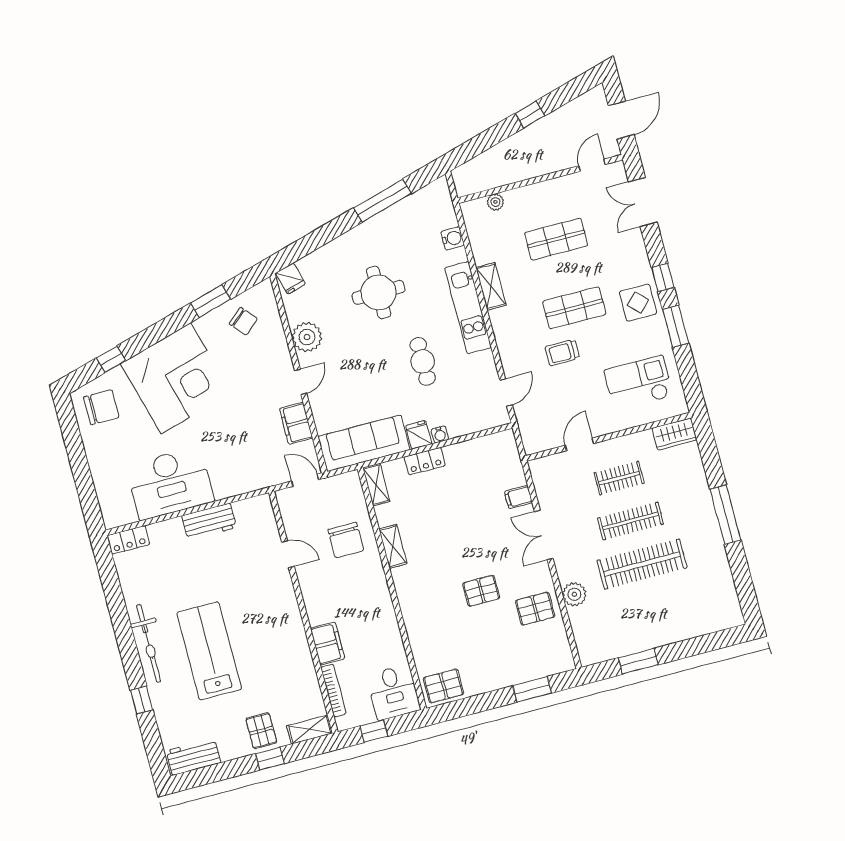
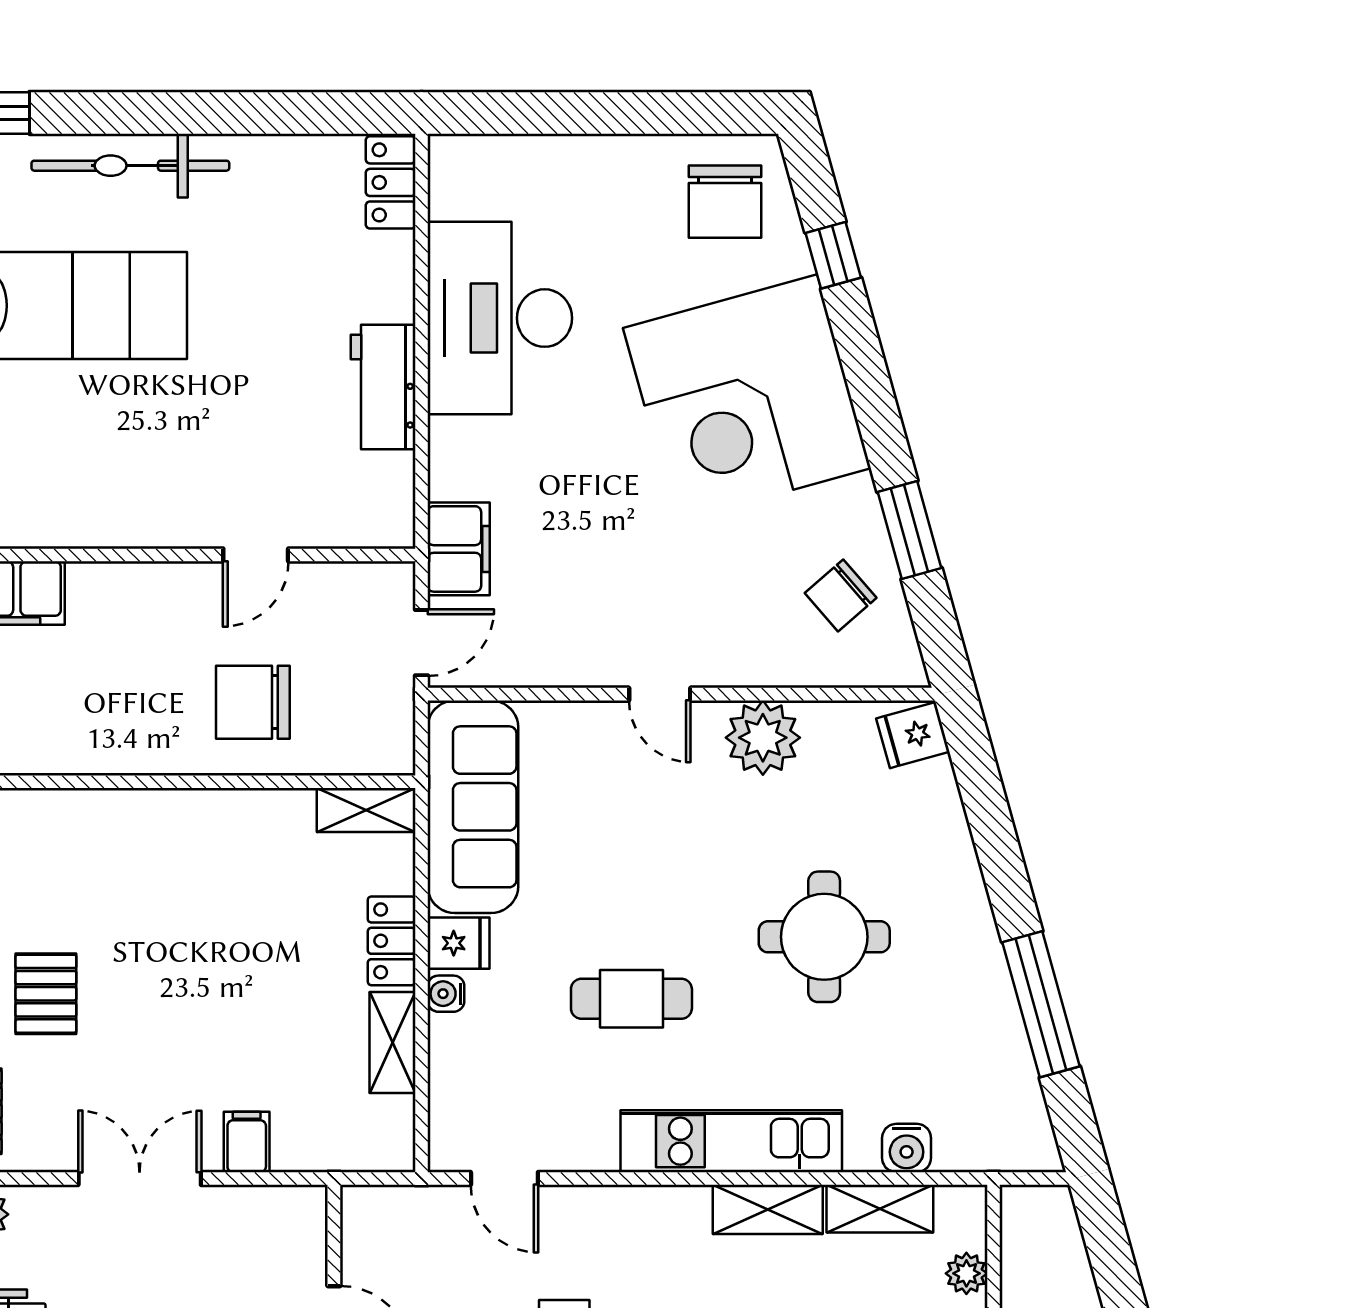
shelving: (479, 243) -> (880, 1209), added
filing cabinet: (296, 423) -> (459, 549), moved, turned 90
shelving: (393, 546) -> (393, 1043), moved, turned 90

